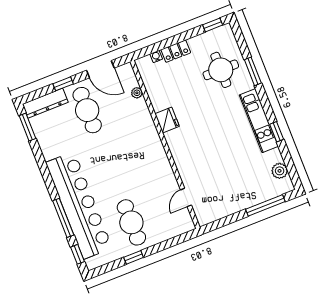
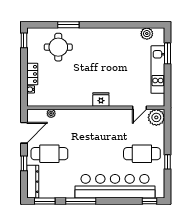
fridge: (167, 120) -> (101, 99), moved
kitchen unit: (259, 121) -> (158, 70), moved, turned 90
window: (277, 132) -> (118, 25), removed
door: (186, 197) -> (139, 108), hinge flipped
window: (265, 205) -> (167, 53), width x0.69
window: (63, 218) -> (81, 201), moved
plant: (182, 223) -> (156, 117), added

